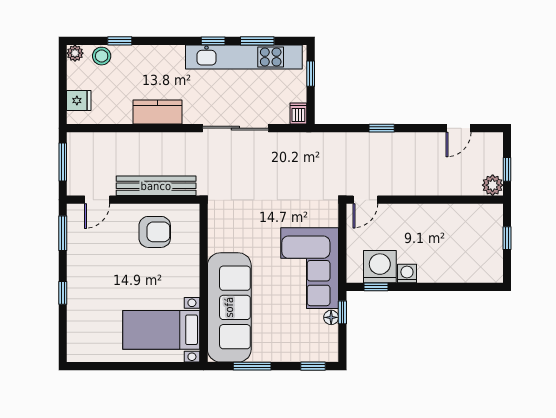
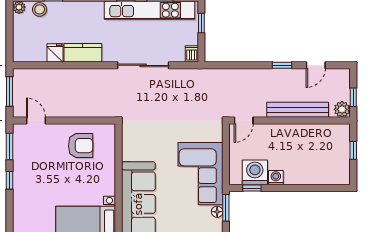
fridge: (79, 101) -> (55, 53), moved, turned -90
window: (382, 128) -> (282, 65), moved
bench: (156, 186) -> (298, 110), moved
door: (97, 200) -> (36, 121), swing flipped
window: (63, 293) -> (10, 180), moved
window: (342, 312) -> (226, 208), width x1.50

